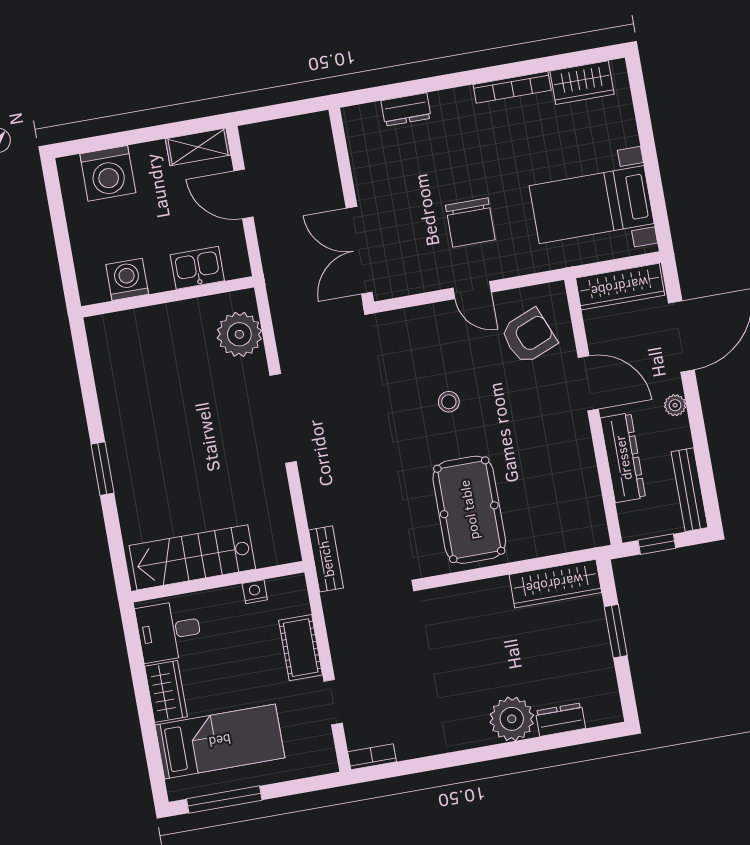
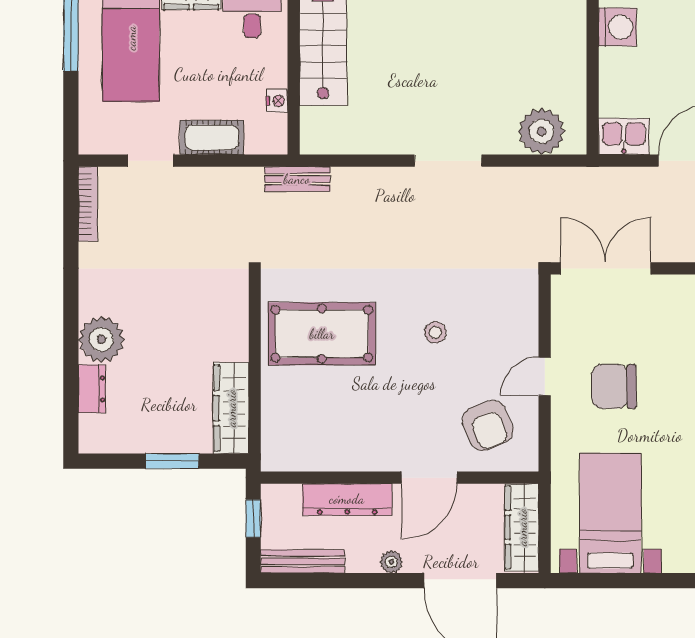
kitchen sink: (197, 268) -> (624, 136), moved, turned -90
doorway: (283, 419) -> (448, 161), width x0.73
bookcase: (372, 757) -> (88, 204), width x1.56

